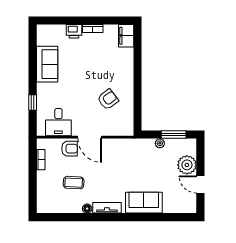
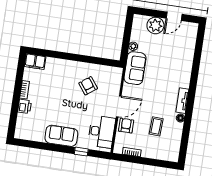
sofa: (47, 64) -> (61, 136), moved
desk: (58, 122) -> (102, 132), width x1.37
window: (174, 135) -> (127, 33), removed
sofa: (144, 203) -> (135, 68), moved, turned 180

